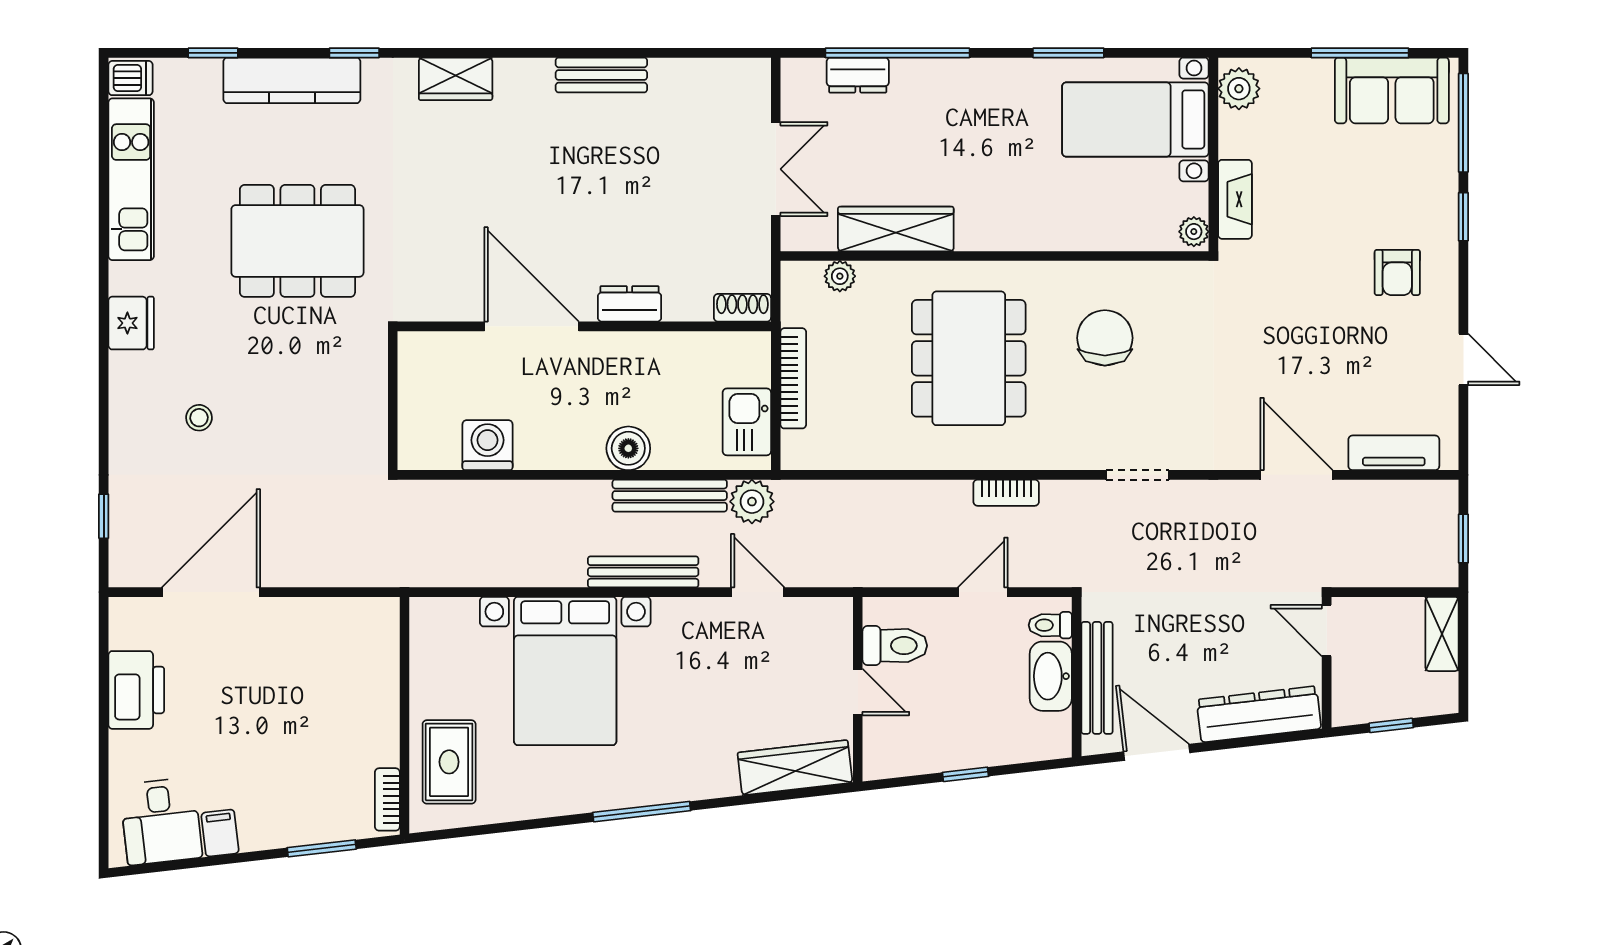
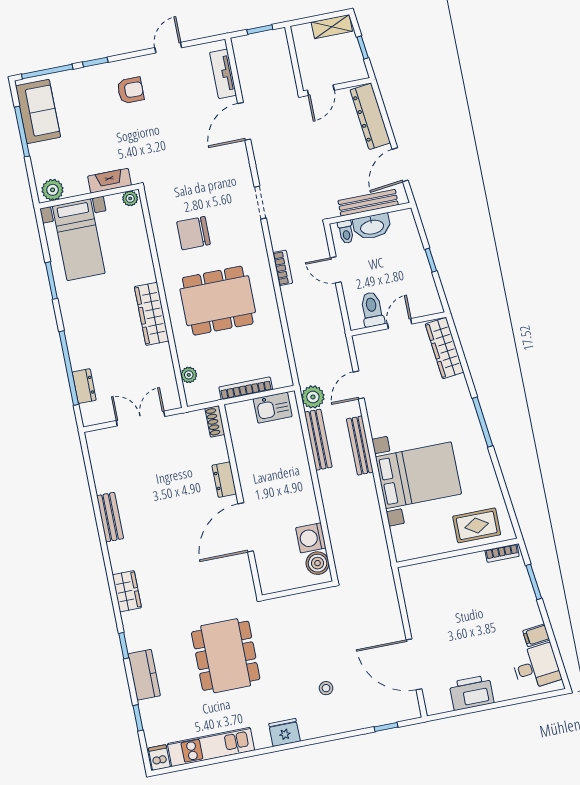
kitchen counter: (292, 80) -> (144, 675), width x0.67
wardrobe: (896, 229) -> (152, 314), moved
boiler: (628, 448) -> (318, 563), moved
shelving: (1442, 634) -> (332, 27), moved

